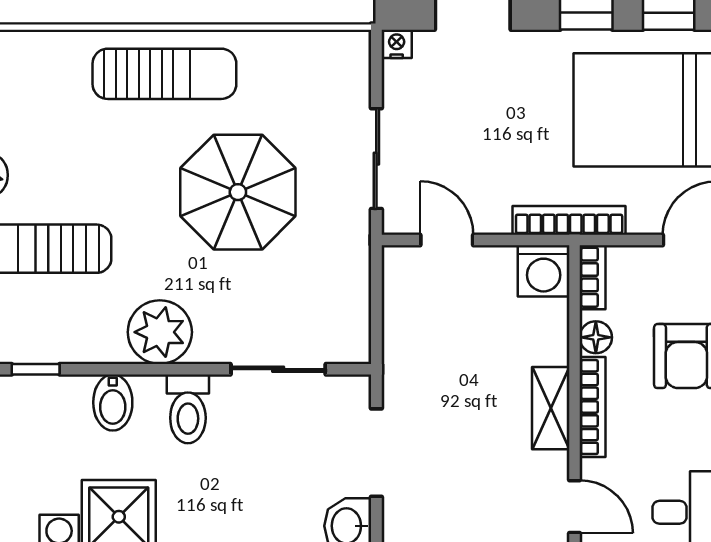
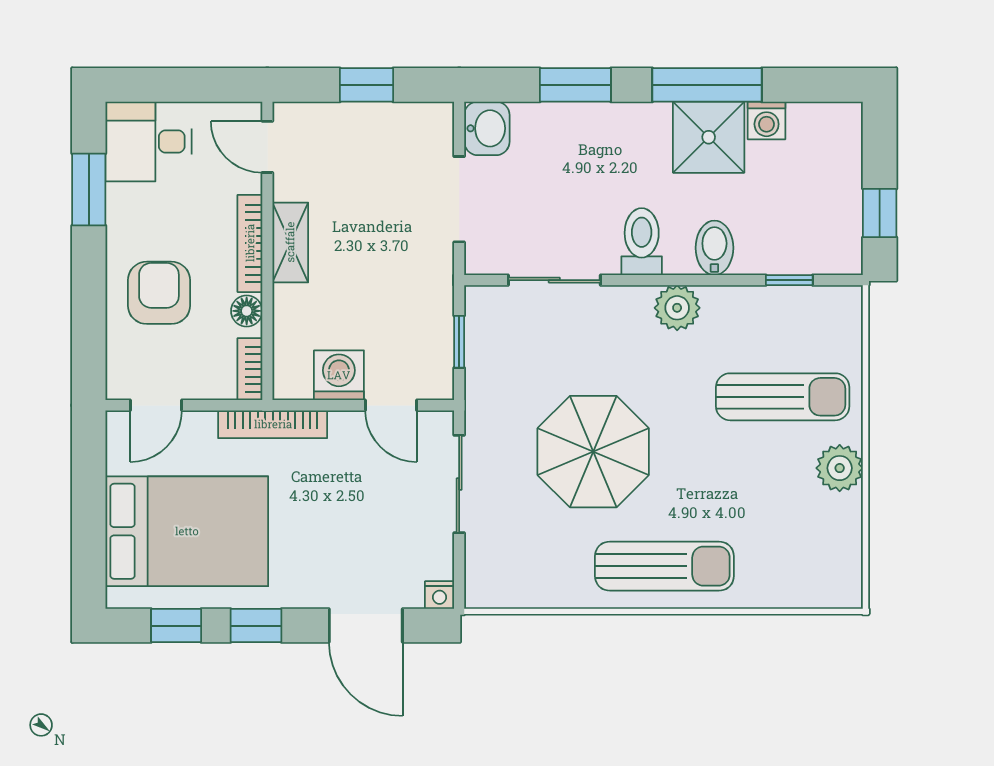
sun lounger: (164, 74) -> (664, 566), turned 180
washing machine: (544, 271) -> (339, 375), moved
window: (376, 306) -> (459, 342), added
plant: (160, 332) -> (677, 308), width x0.73, depth x0.73

